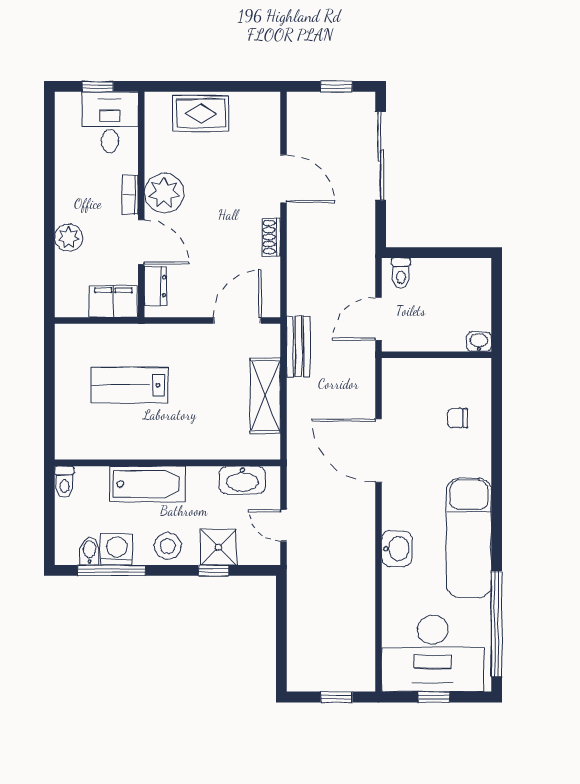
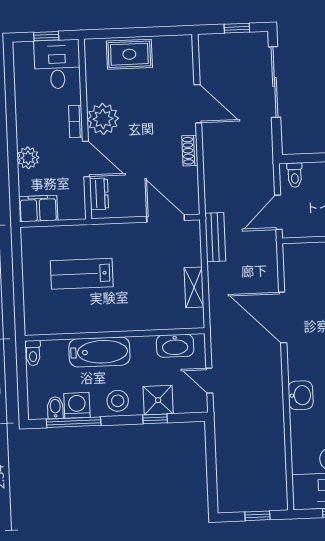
filing cabinet: (113, 301) -> (38, 209), moved
door: (237, 321) -> (166, 218), hinge flipped
shelving: (265, 396) -> (194, 287), width x0.67, depth x0.75

